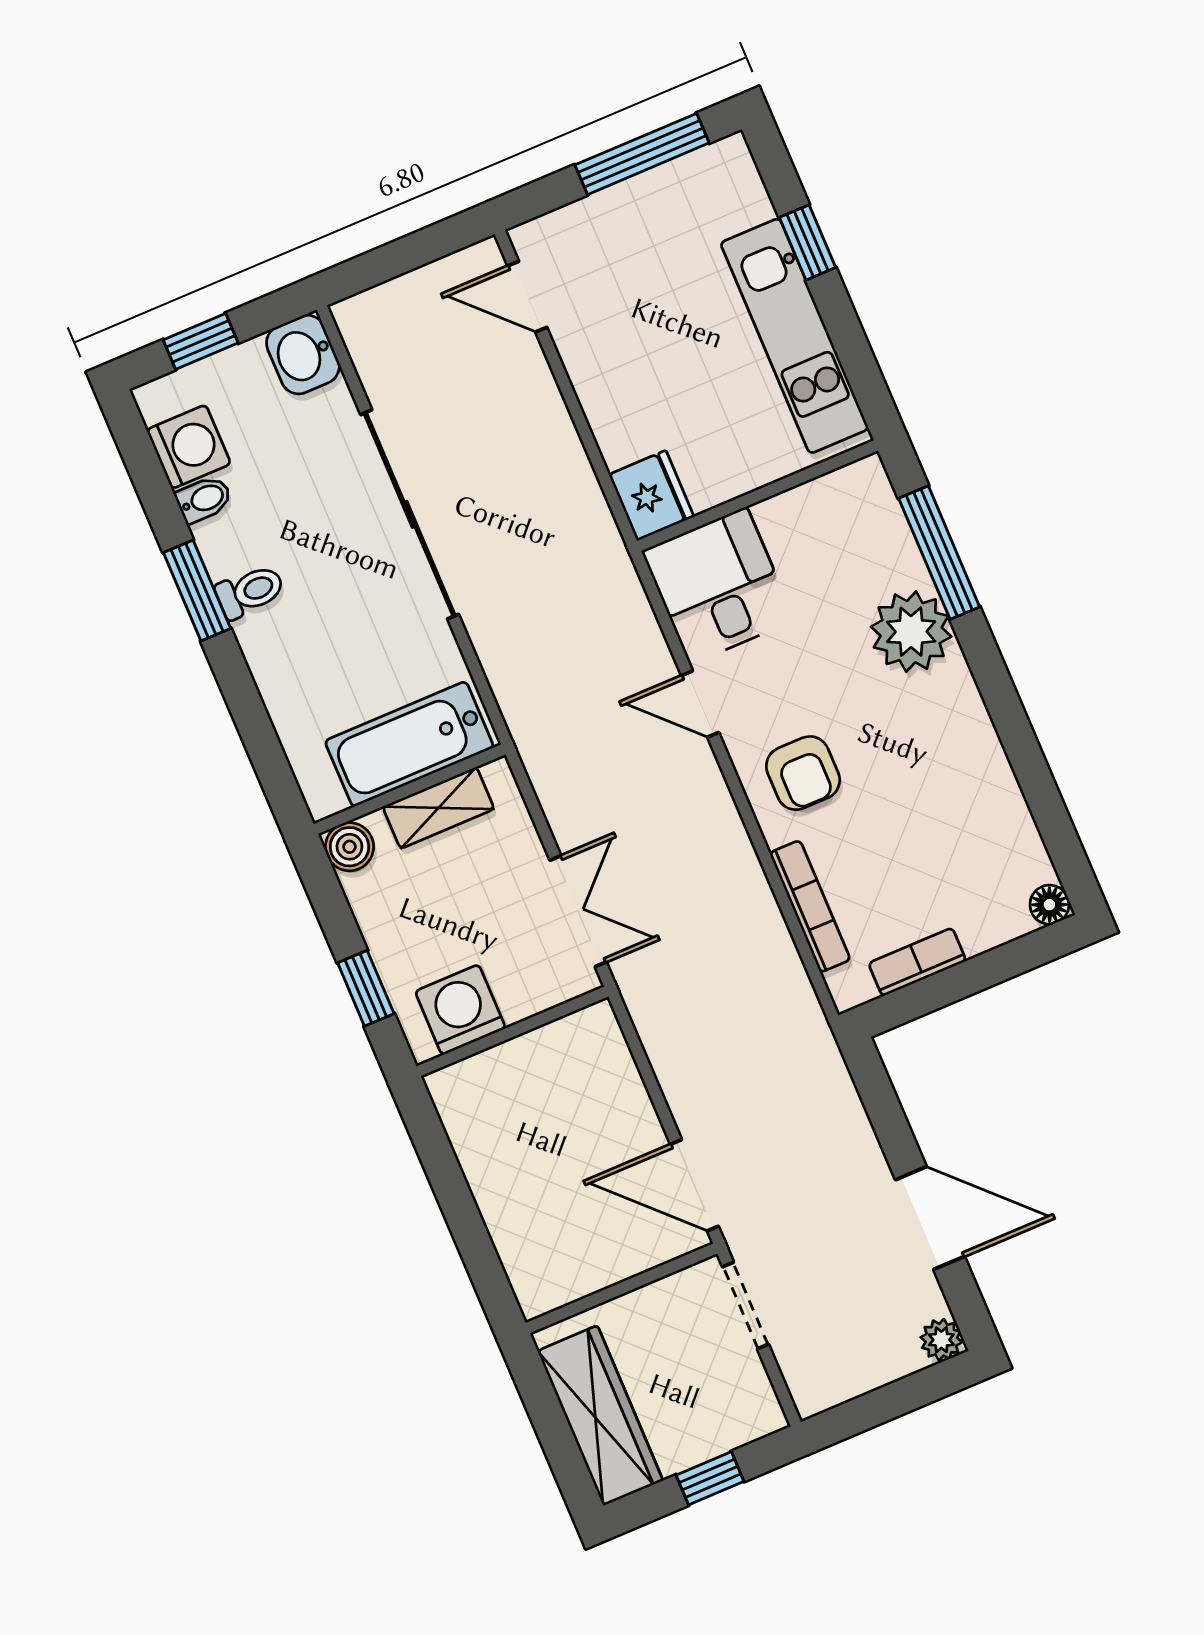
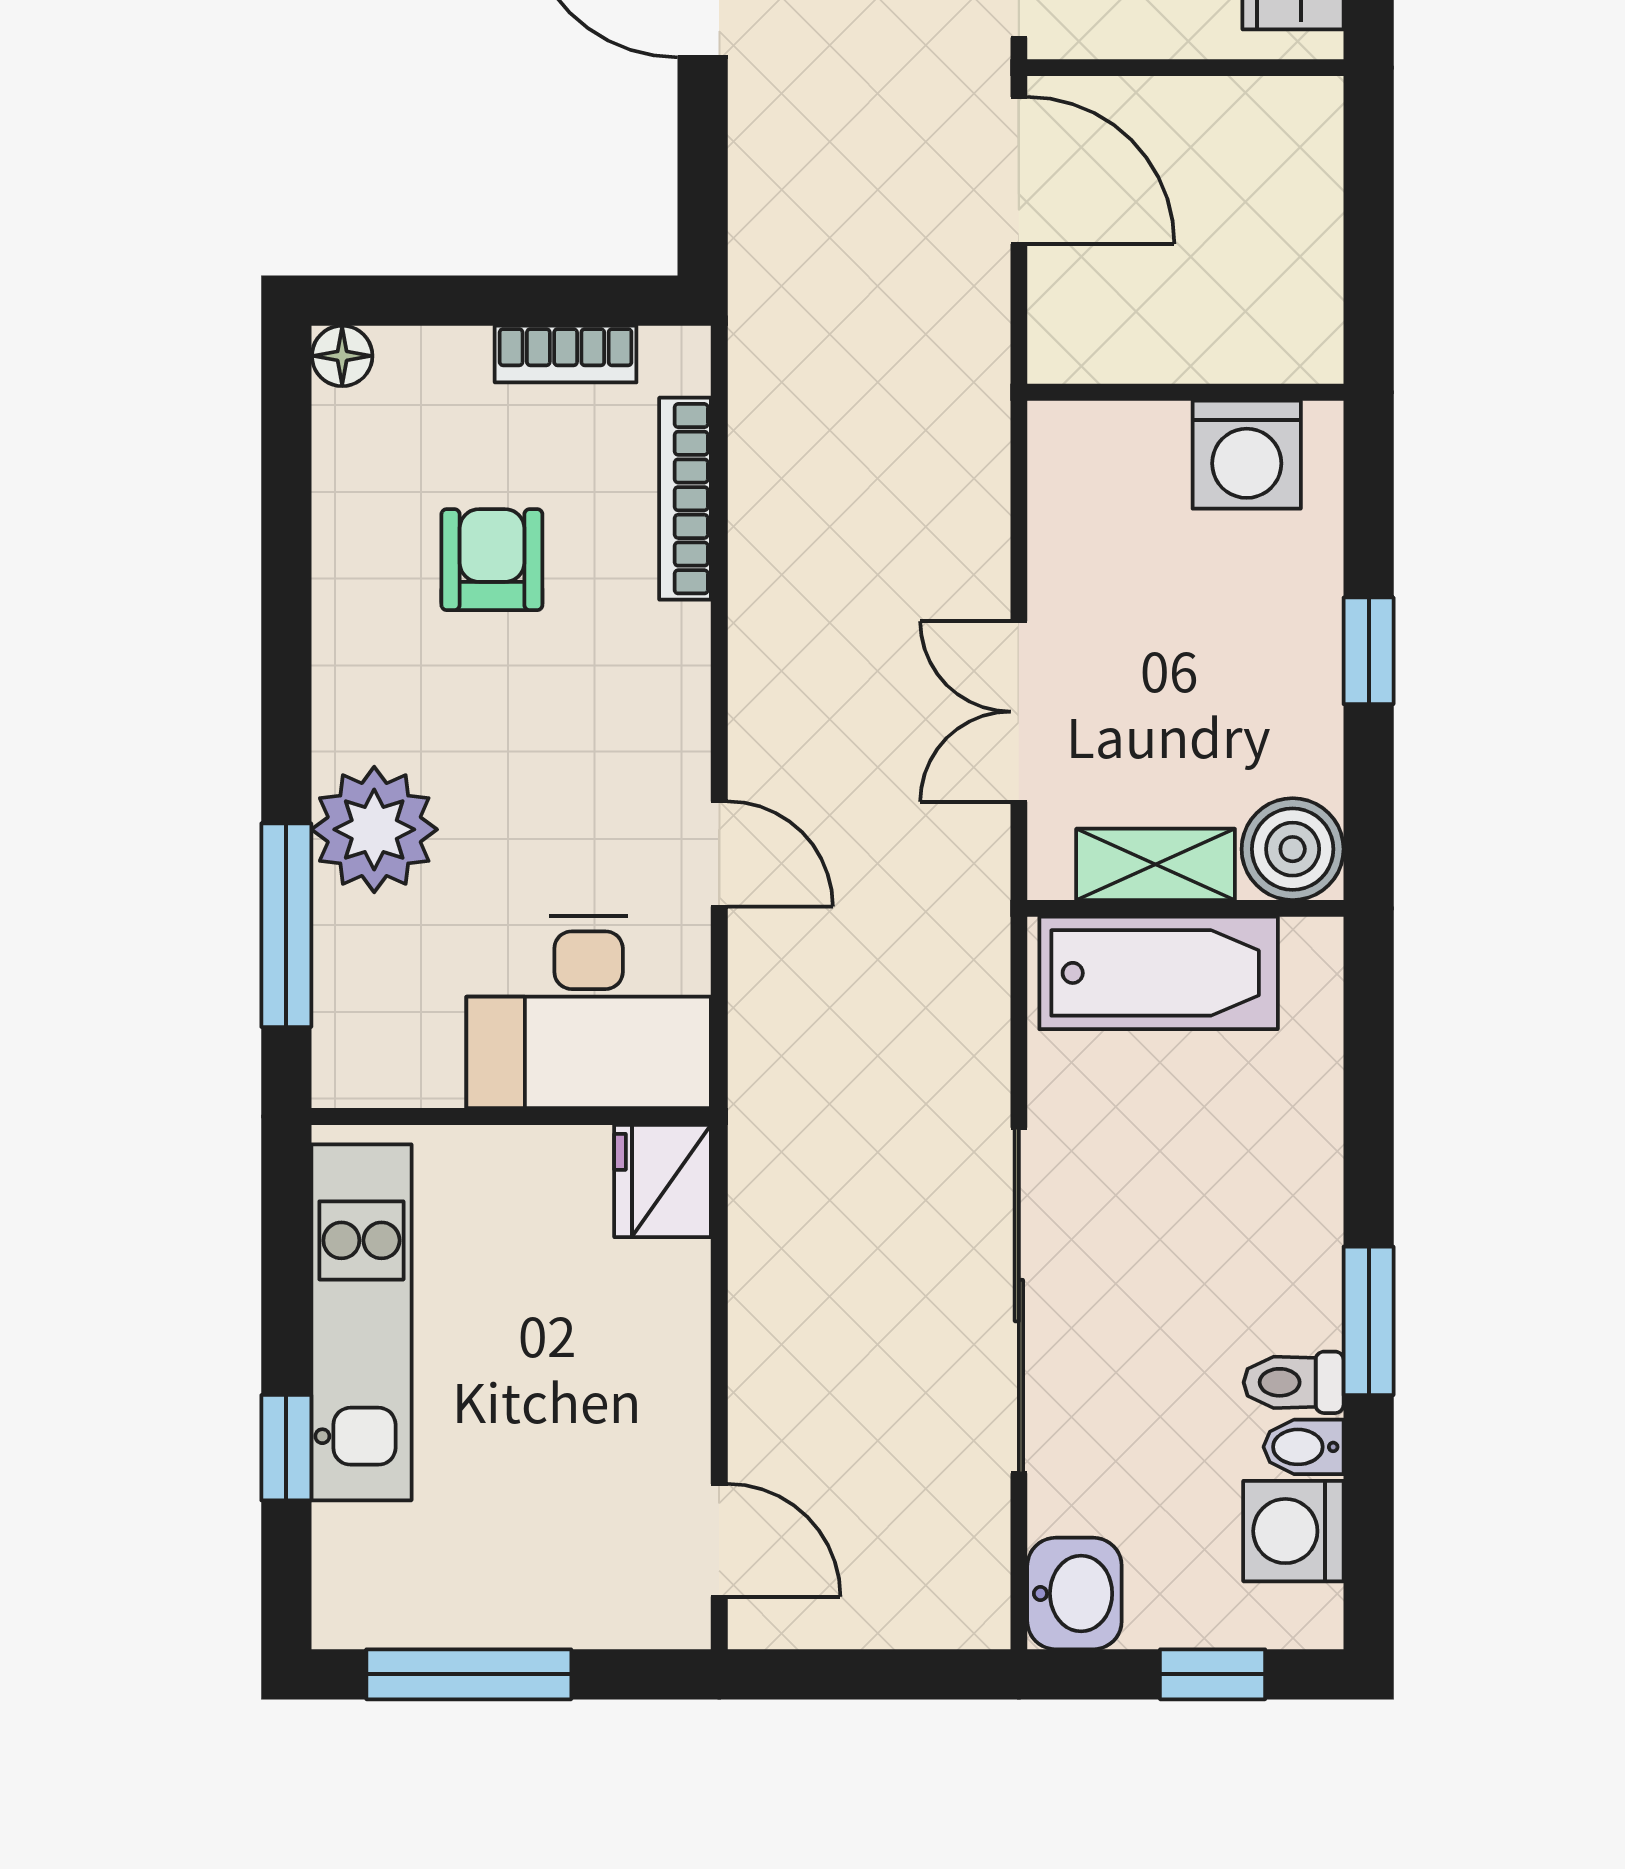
desk: (718, 586) -> (589, 1012), width x1.37
toilet: (250, 592) -> (1294, 1382), moved
armchair: (803, 773) -> (492, 560), moved
boiler: (349, 847) -> (1293, 849), width x1.36, depth x1.36
double door: (578, 911) -> (1019, 712), moved
washing machine: (460, 1010) -> (1247, 455), moved
wall: (512, 1031) -> (1185, 392), moved

